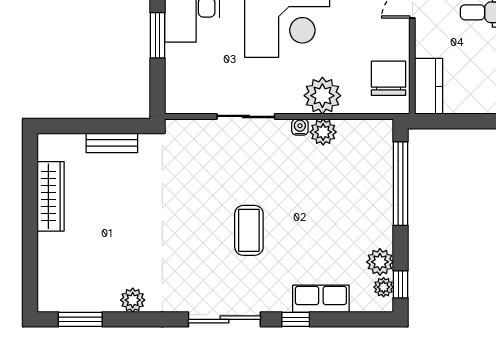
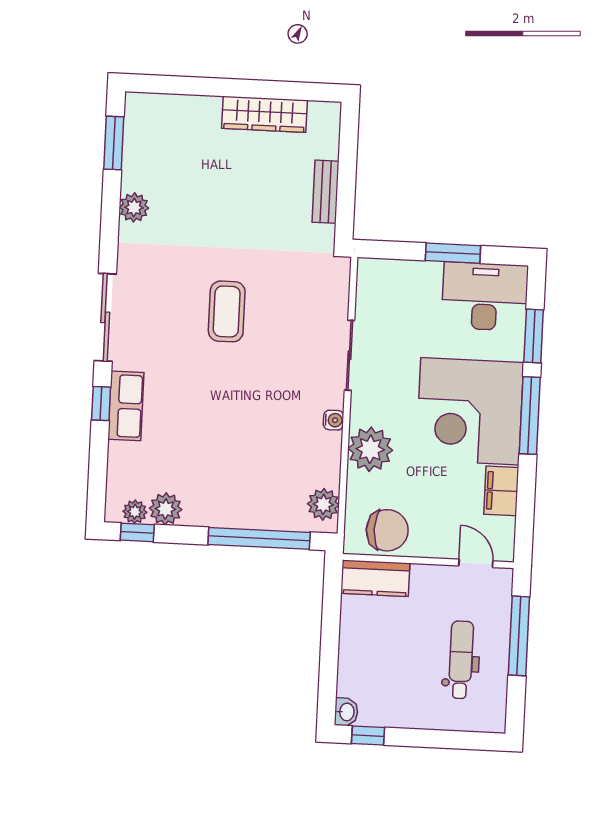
plant: (323, 132) -> (323, 504), moved
coffee table: (249, 230) -> (227, 311), moved, turned 90
row of seats: (321, 299) -> (126, 406), moved

